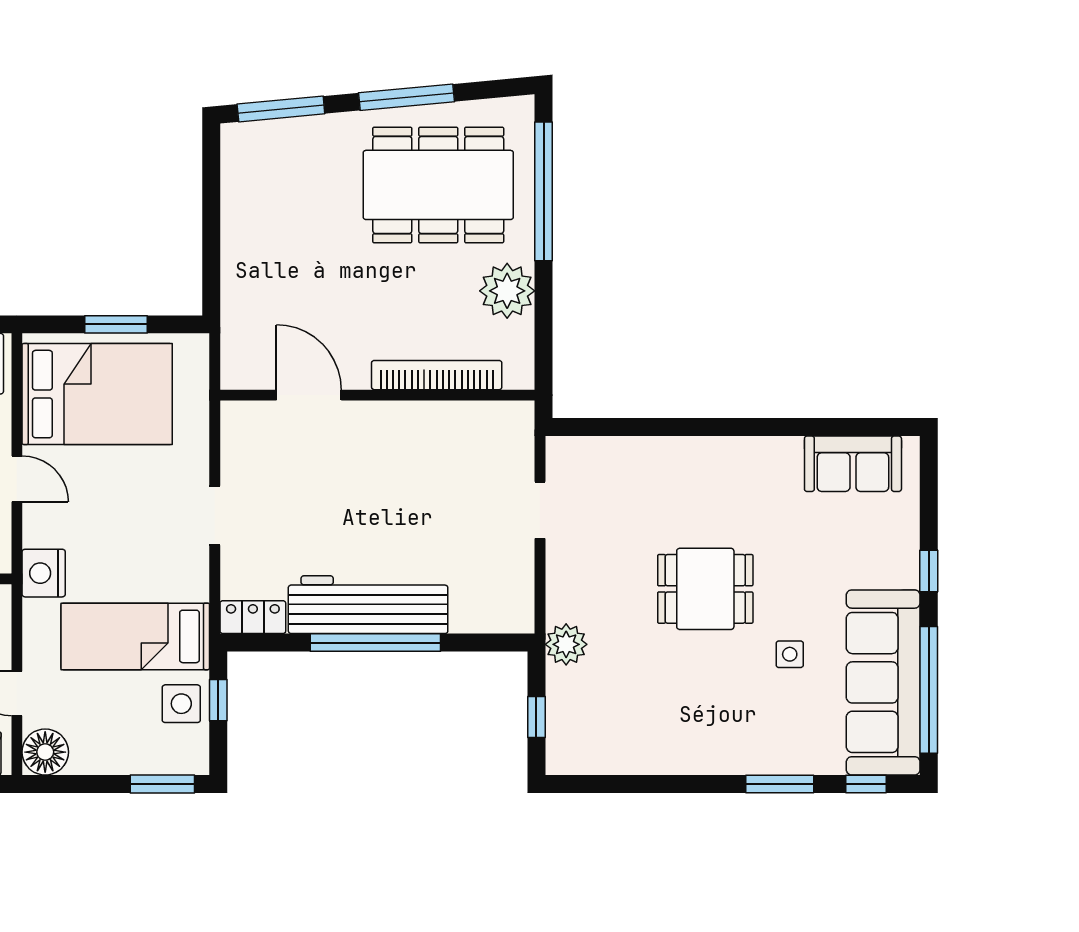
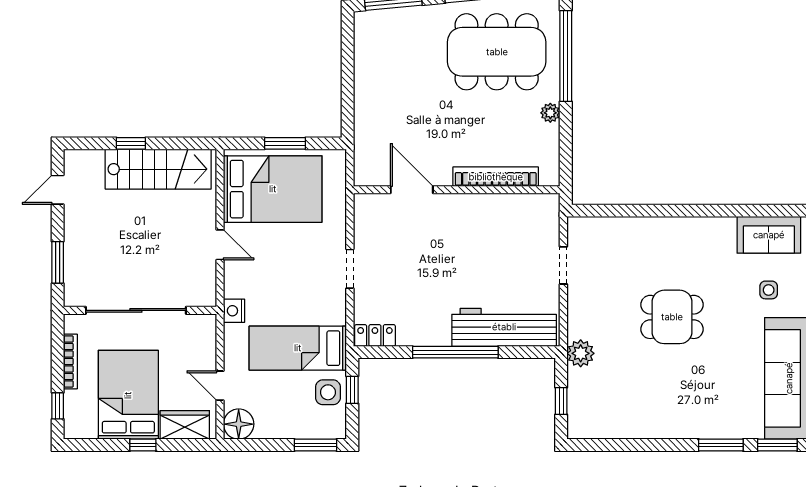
plant: (507, 291) -> (550, 113), width x0.53, depth x0.53
nightstand: (44, 573) -> (234, 311), width x0.74, depth x0.75
workbench: (368, 605) -> (504, 327), moved
side table: (790, 654) -> (769, 290), moved
window: (866, 784) -> (777, 445), width x1.50

